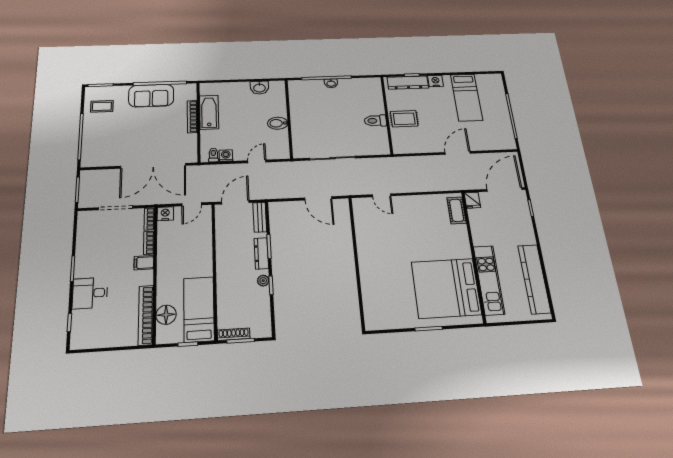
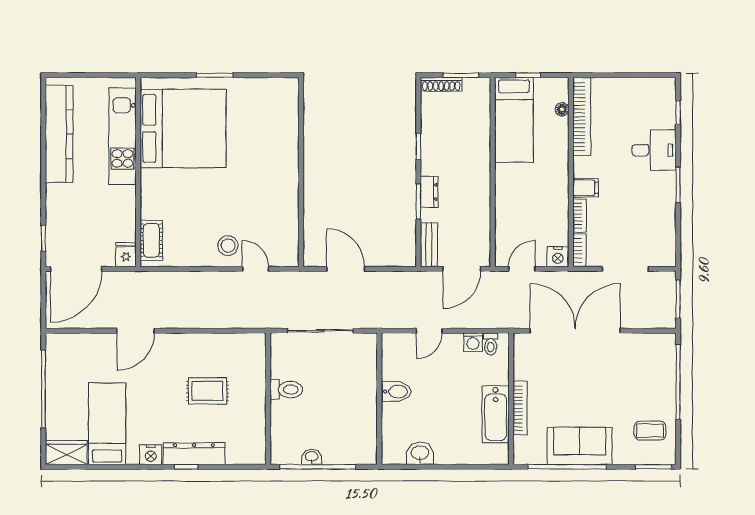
wardrobe: (489, 80) -> (66, 453), added
wall: (387, 115) -> (268, 399), moved
toilet: (375, 121) -> (286, 390), moved
stool: (403, 210) -> (228, 246), added
dresser: (261, 253) -> (429, 192), width x0.70
plant: (263, 281) -> (428, 154), removed
floor lamp: (166, 315) -> (562, 109), width x0.53, depth x0.53
shoe rack: (234, 334) -> (441, 84), moved

